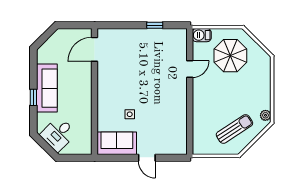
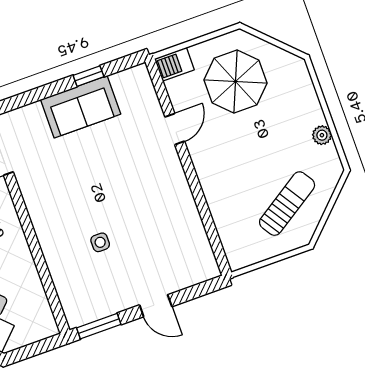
plant: (265, 115) -> (322, 135), moved
sofa: (117, 143) -> (81, 107), moved, turned 180
window: (113, 158) -> (99, 326), added

